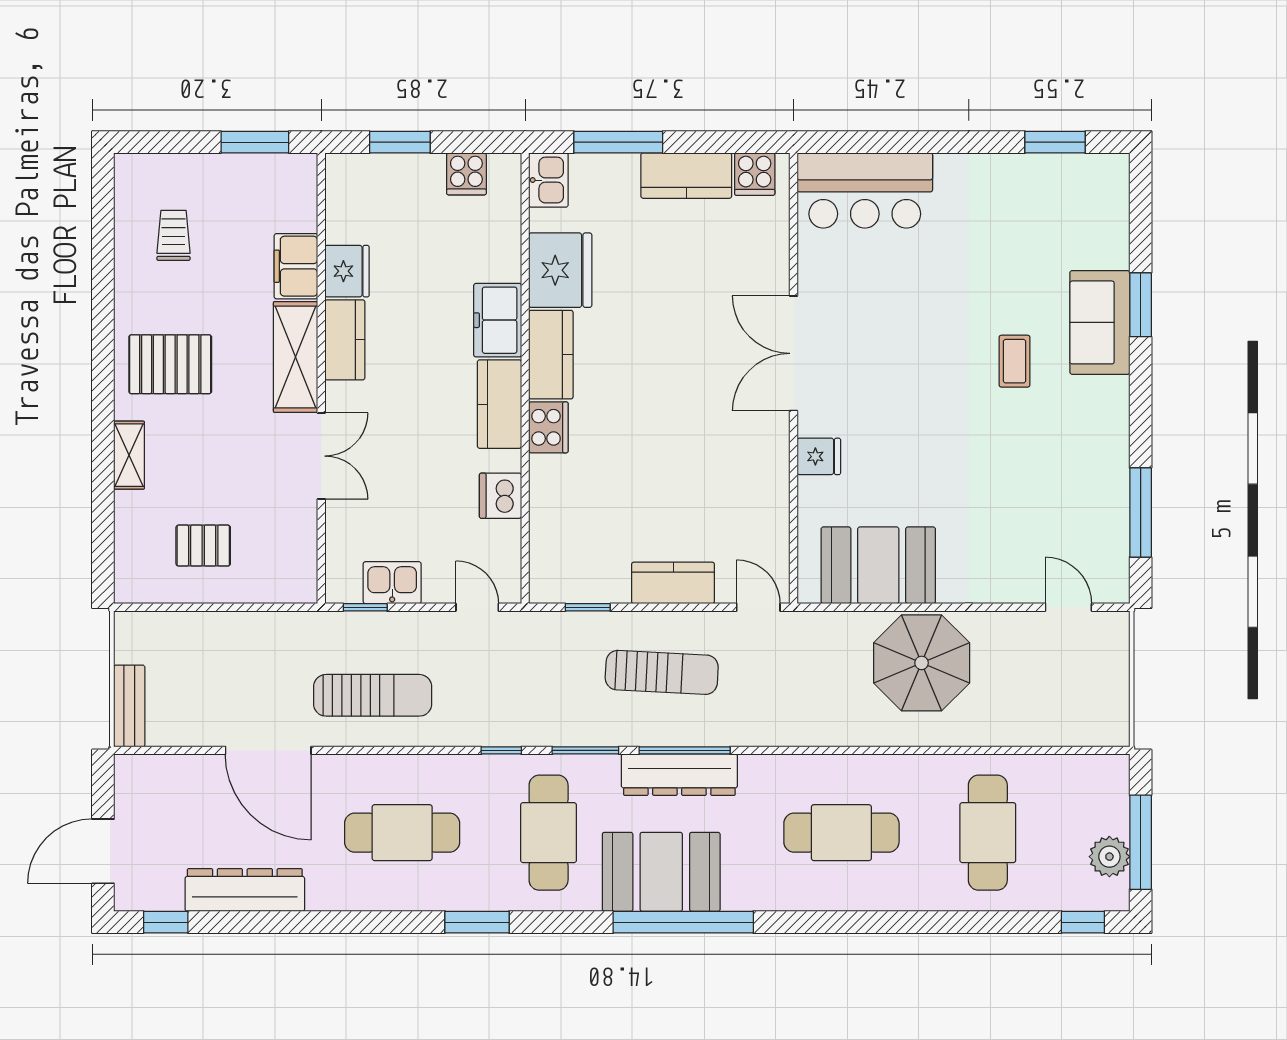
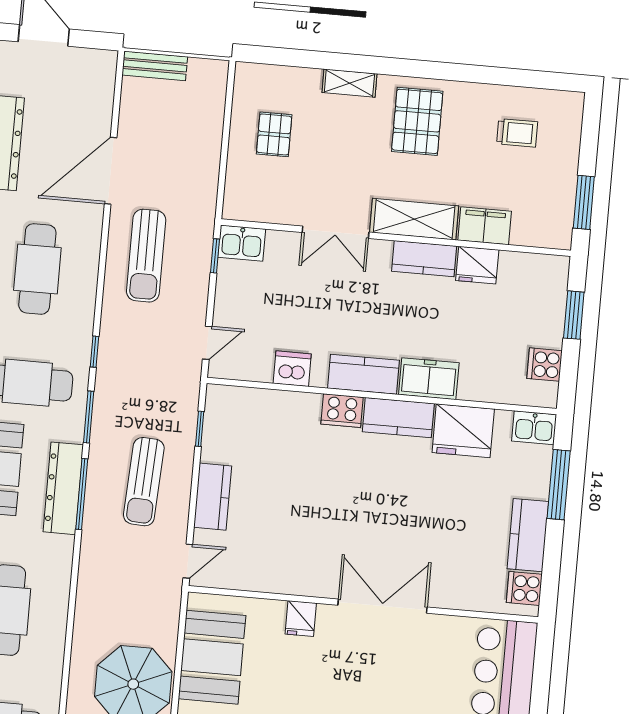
kitchen sink: (392, 583) -> (242, 243), moved, turned 90

